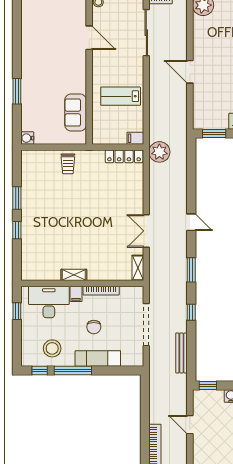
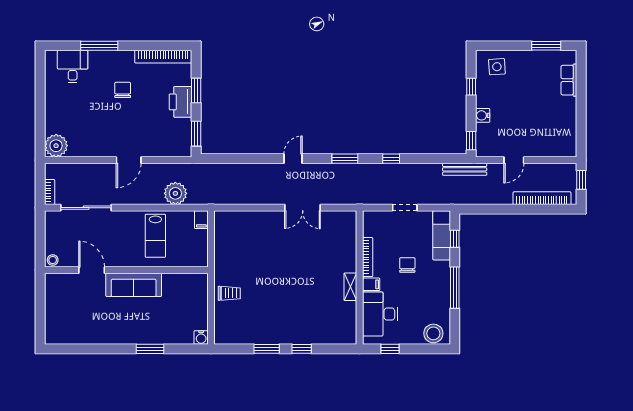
door: (89, 38) -> (92, 270), hinge flipped
sofa: (76, 113) -> (134, 285), moved, width x1.36
plant: (159, 152) -> (175, 193), moved
locker: (124, 156) -> (221, 232), removed
shelving: (138, 268) -> (343, 217), removed
doorway: (146, 325) -> (405, 208), width x0.53
chair: (94, 327) -> (407, 265), turned -90
stool: (52, 348) -> (433, 333), moved
bench: (181, 353) -> (465, 169), moved
exam couch: (98, 358) -> (442, 235), moved
window: (40, 370) -> (455, 239), moved

